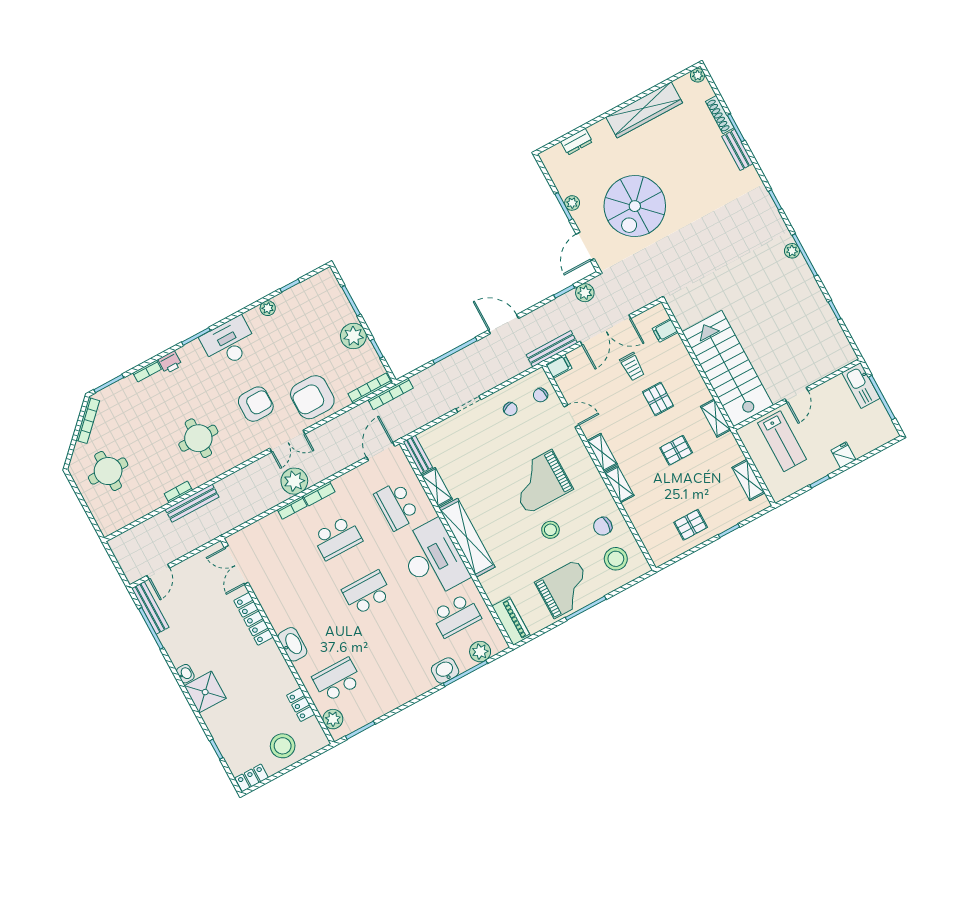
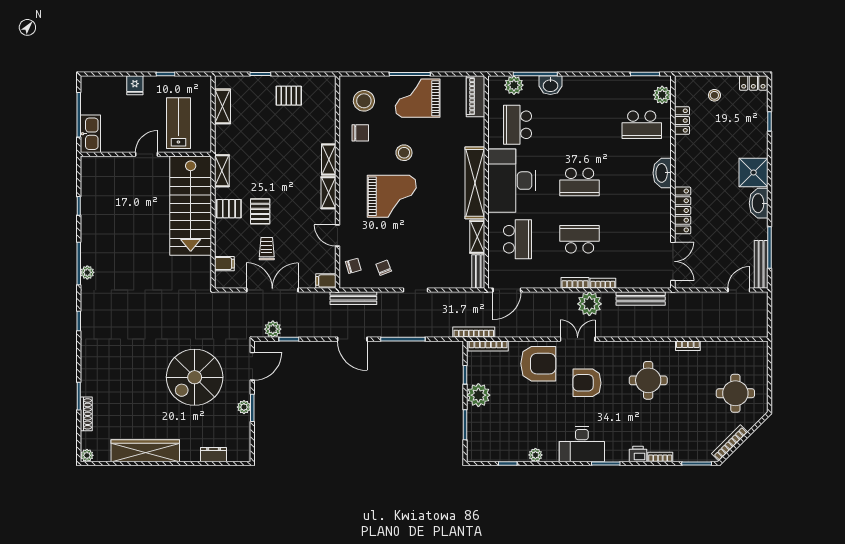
bench: (737, 150) -> (87, 378), removed
spiral stairs: (635, 206) -> (195, 377), turned 180
bench: (552, 349) -> (353, 298), moved
pallet: (676, 450) -> (229, 209), moved
bench: (192, 503) -> (641, 299), moved
school desk: (456, 615) -> (518, 125), turned -90
washbasin: (185, 674) -> (759, 203), width x1.91, depth x1.45
stool: (283, 746) -> (714, 95), width x0.53, depth x0.53

